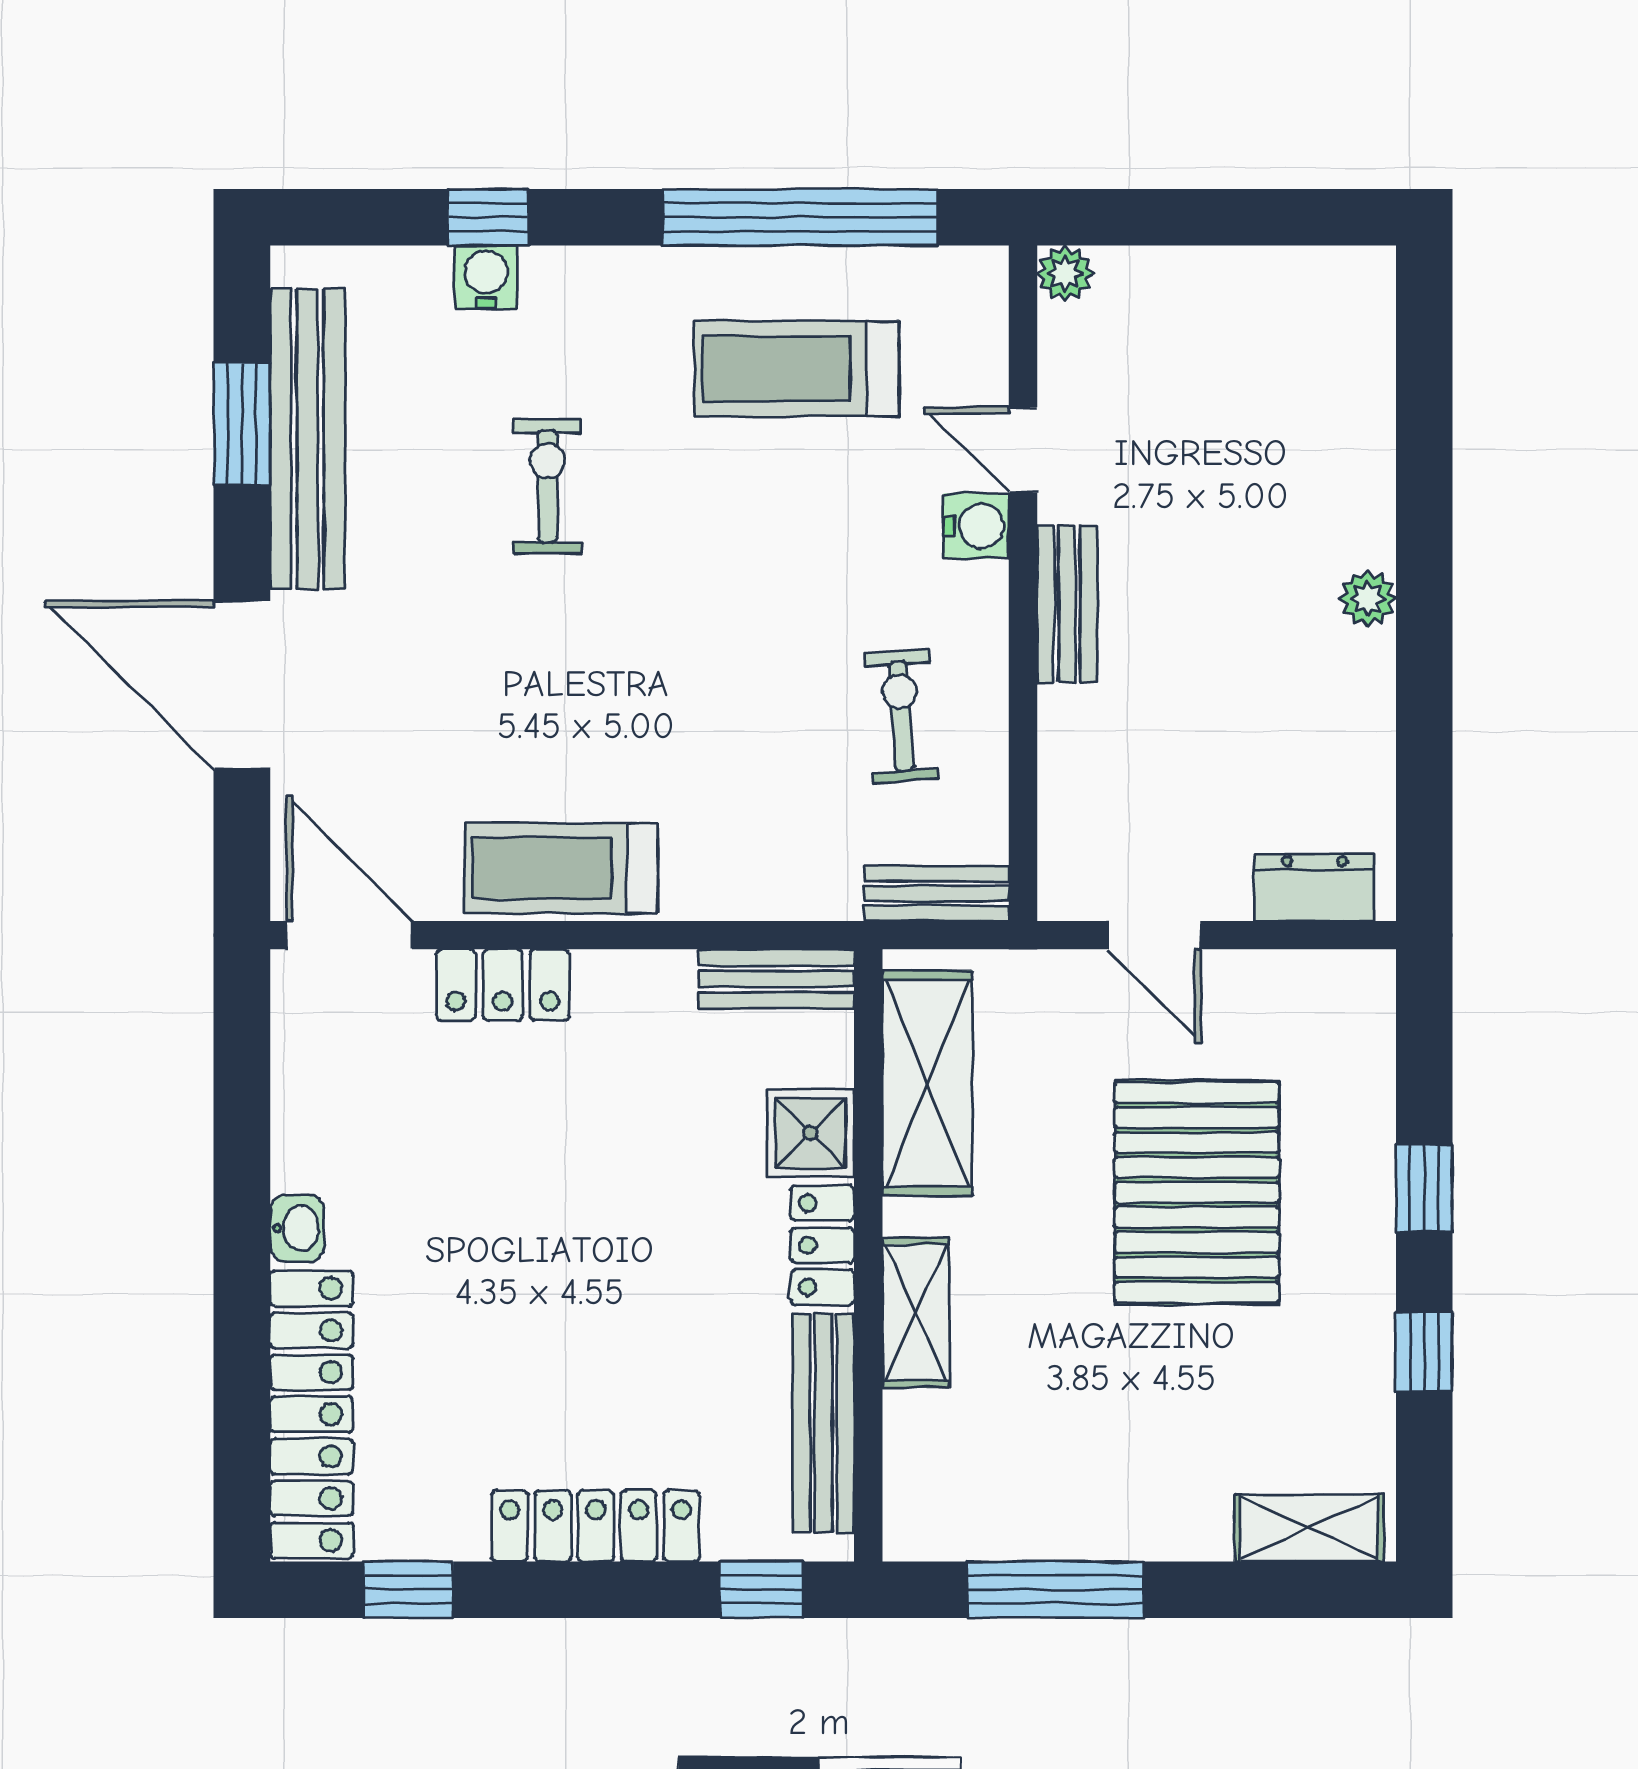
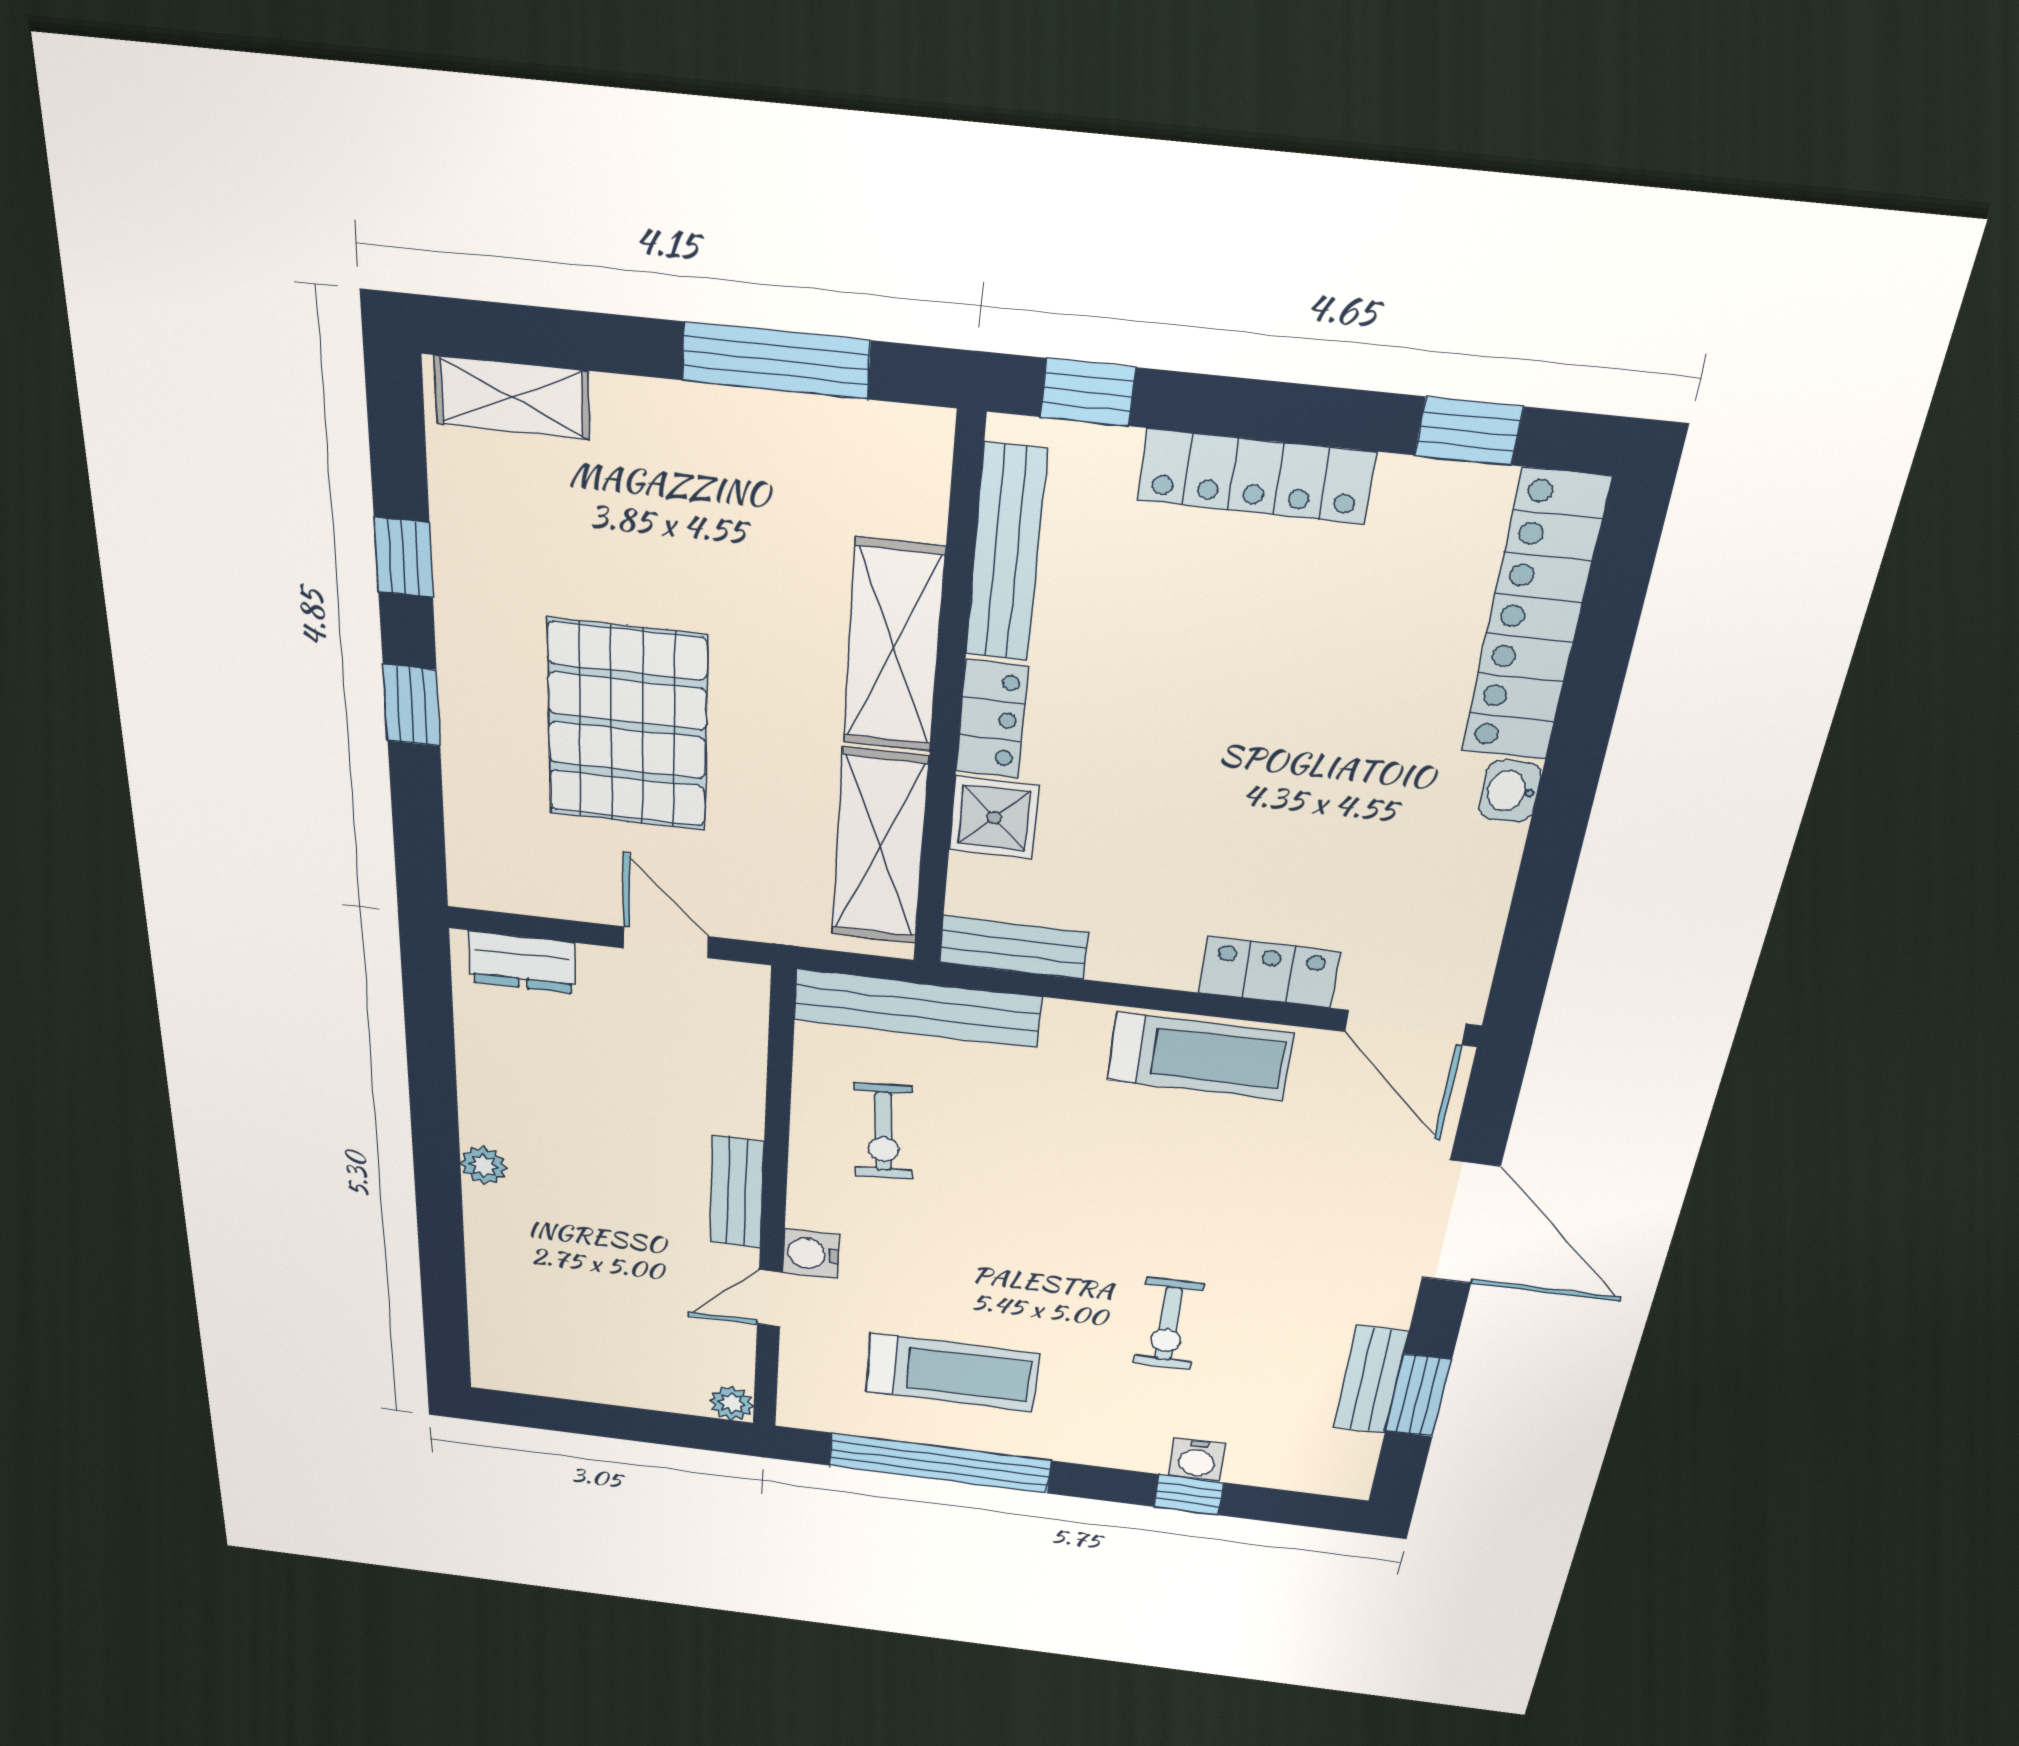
bench: (307, 439) -> (1371, 1380), width x0.54, depth x0.82
door: (1023, 450) -> (770, 1298), swing flipped
bench: (937, 893) -> (917, 1008), width x1.86, depth x1.21
shelving: (916, 1313) -> (894, 647), width x1.50, depth x1.33

